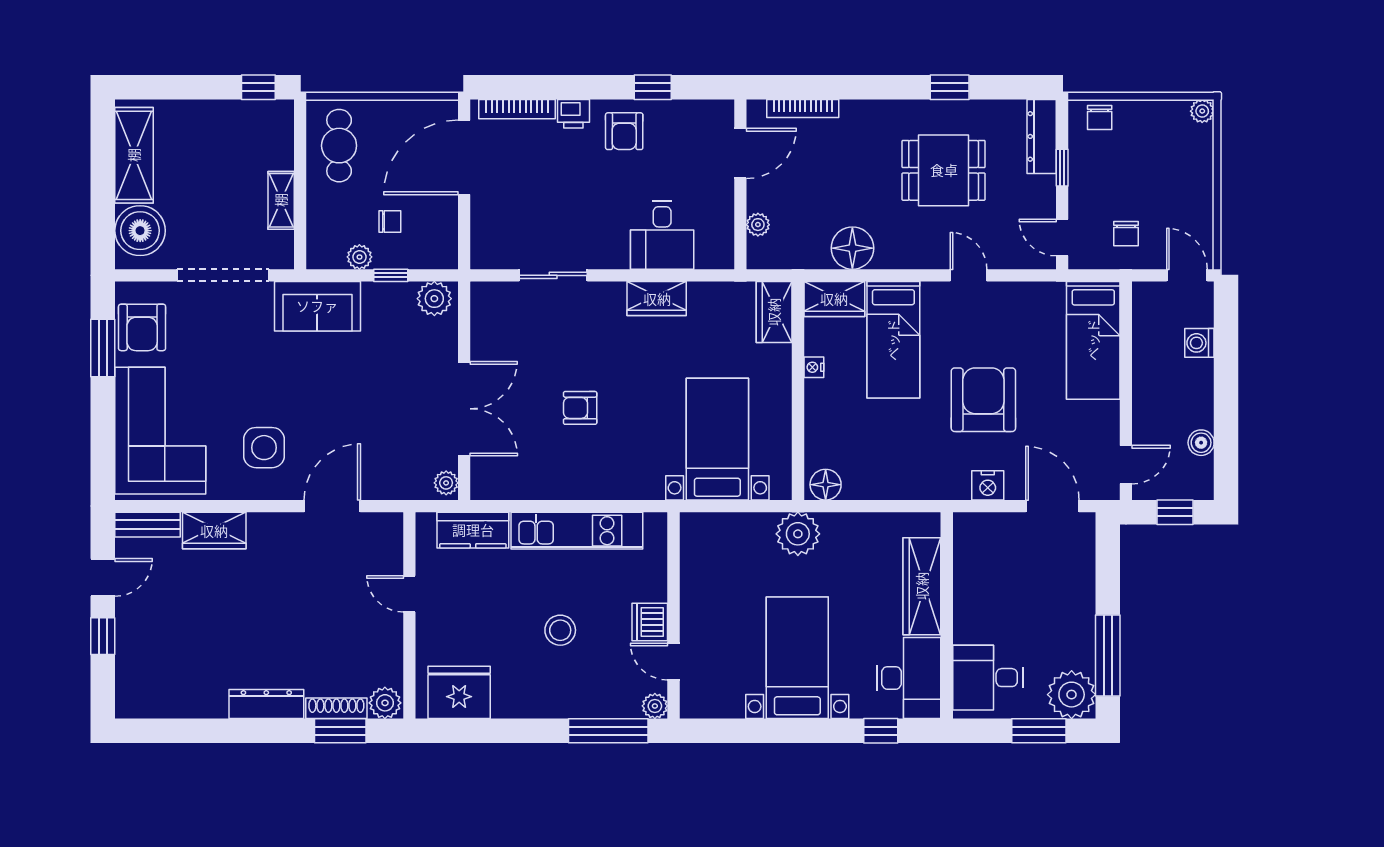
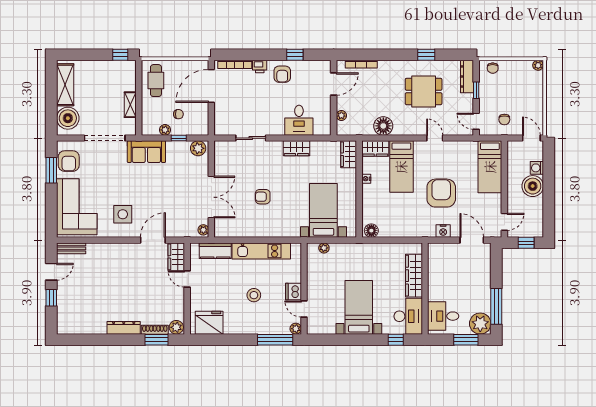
boiler: (1201, 443) -> (533, 186), moved, width x1.86, depth x1.86
wardrobe: (214, 531) -> (176, 257), moved, turned 90
plant: (798, 534) -> (324, 248), moved, width x0.53, depth x0.53

